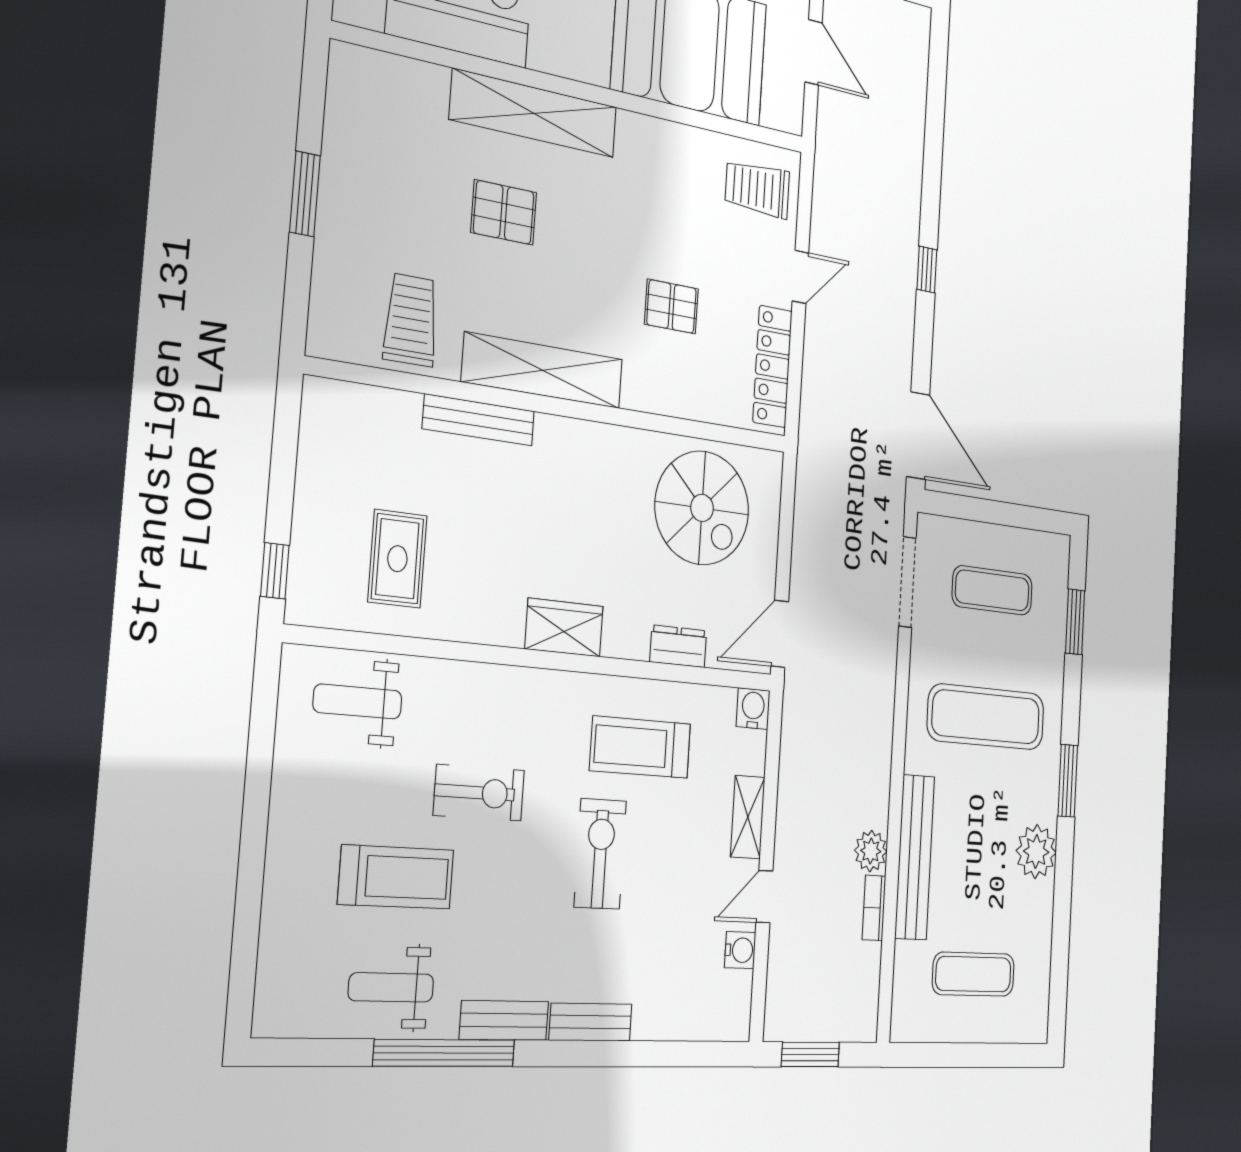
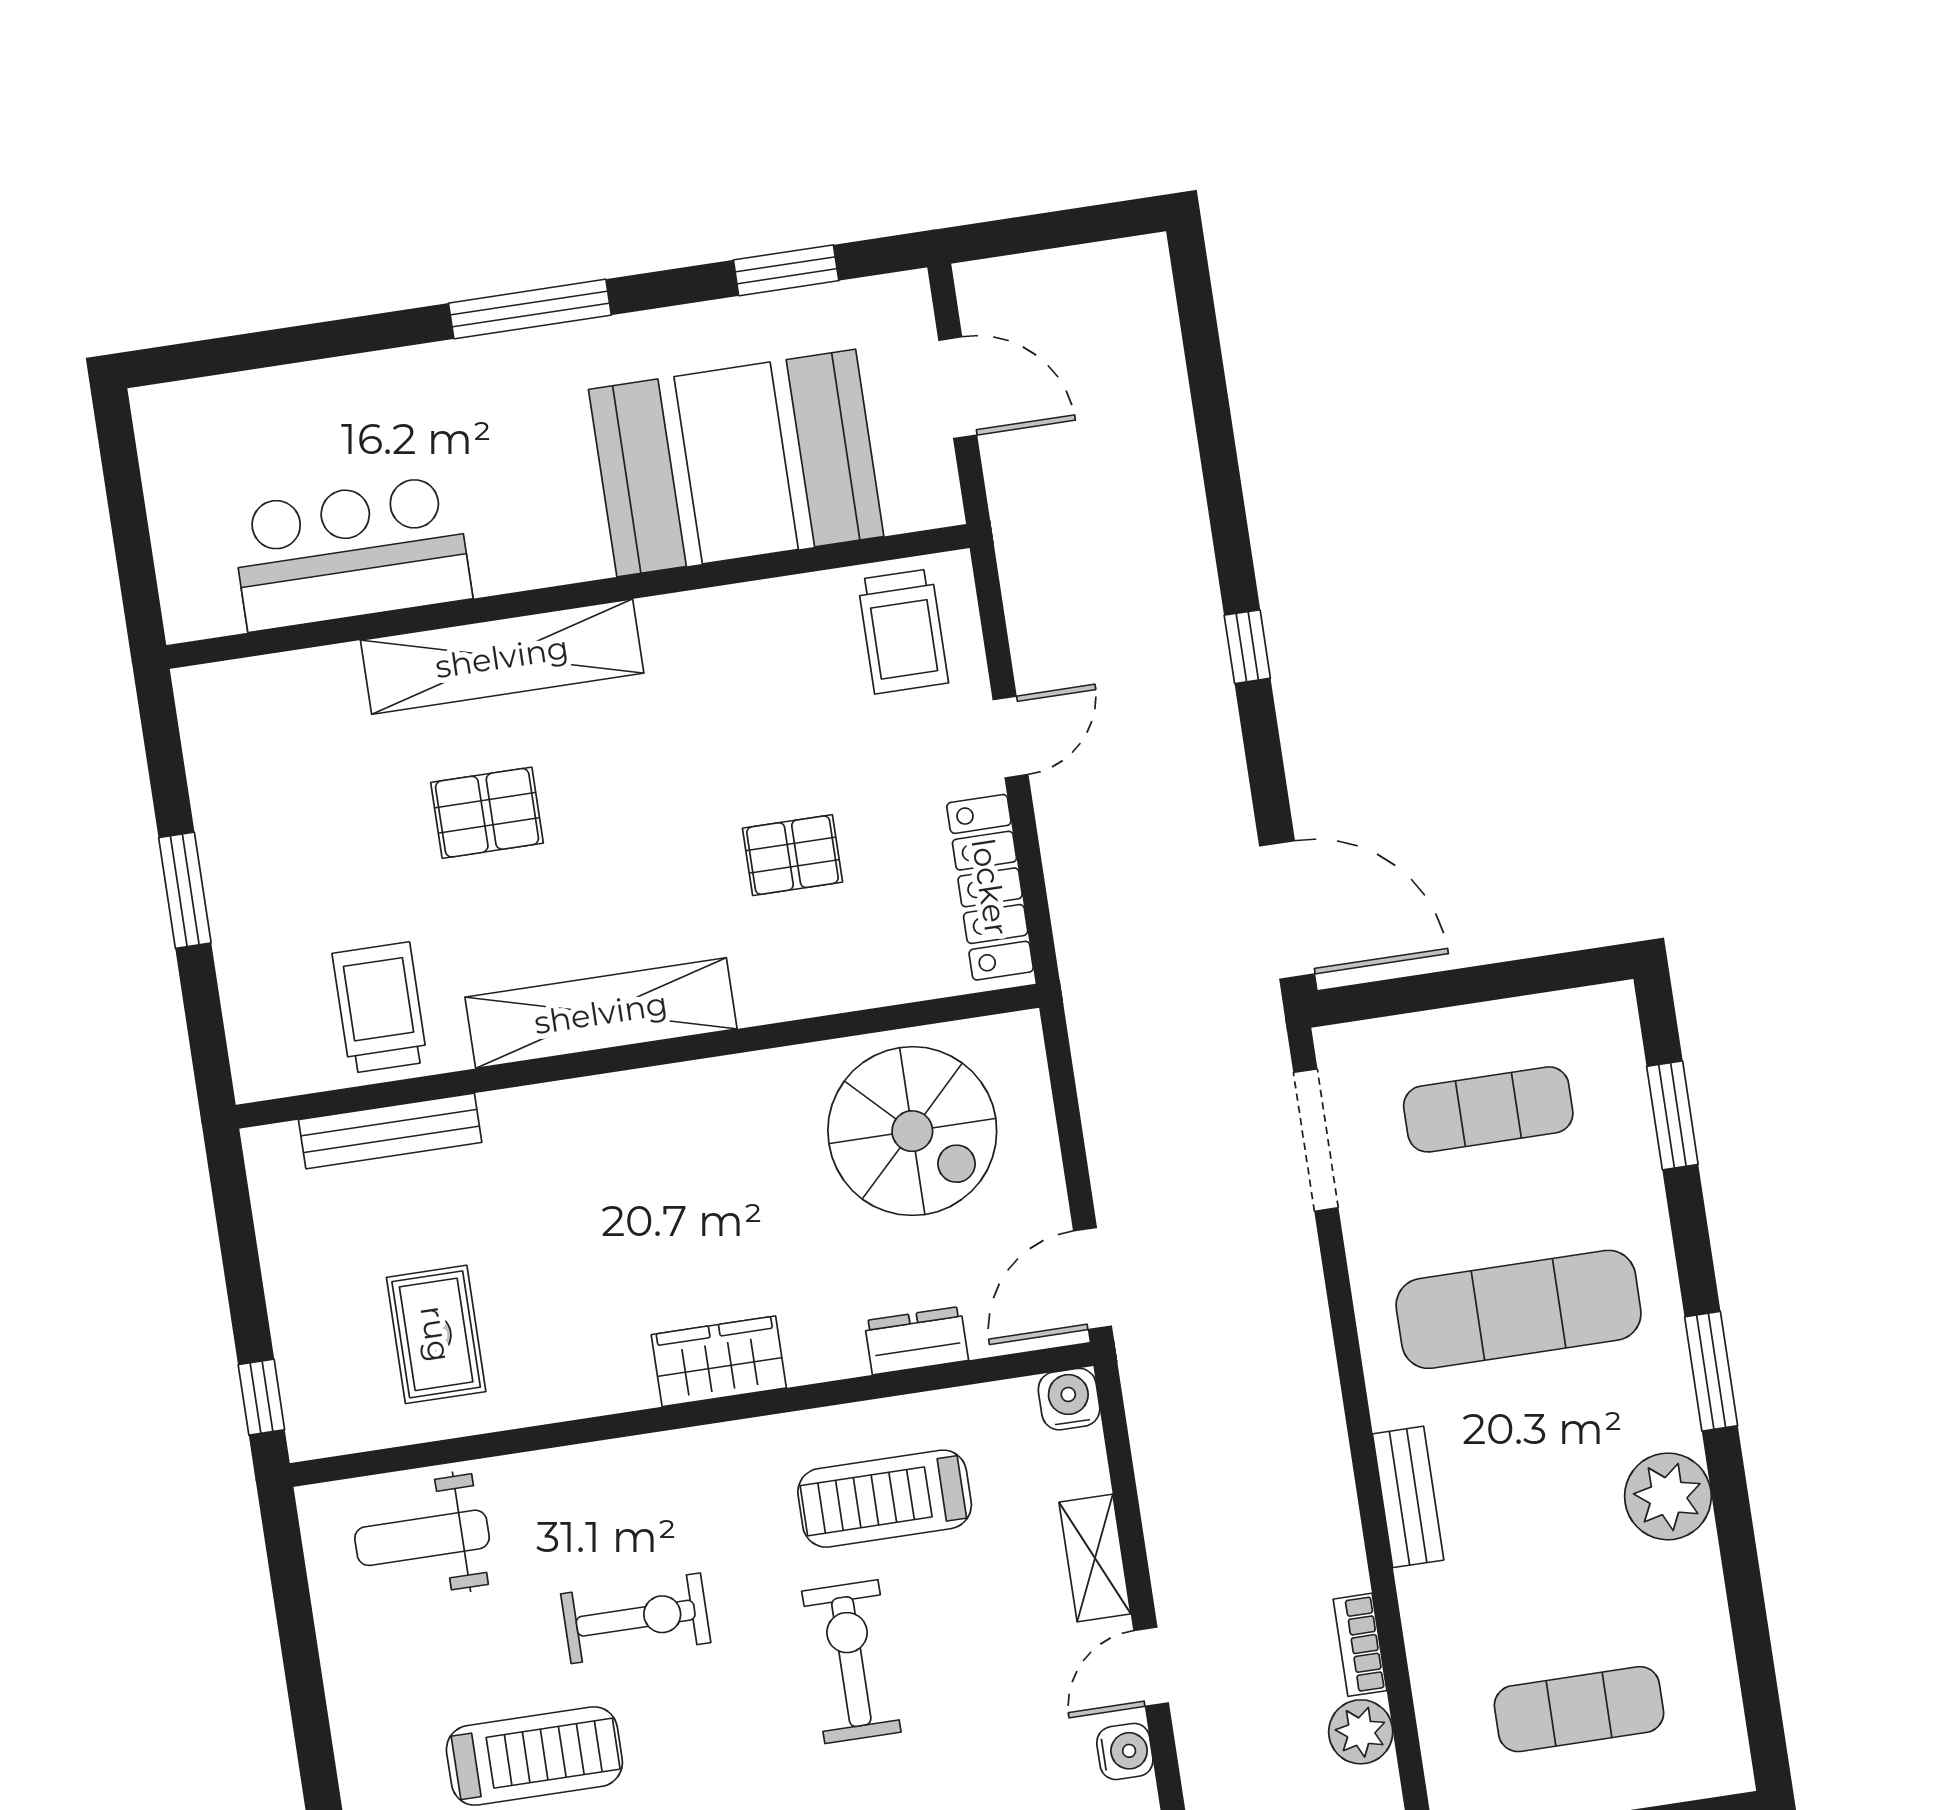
trolley: (757, 189) -> (903, 631), turned -90
bench: (479, 420) -> (390, 1131), moved
plant: (871, 851) -> (1361, 1732), moved
bench: (915, 857) -> (1408, 1497), width x0.54, depth x0.82

